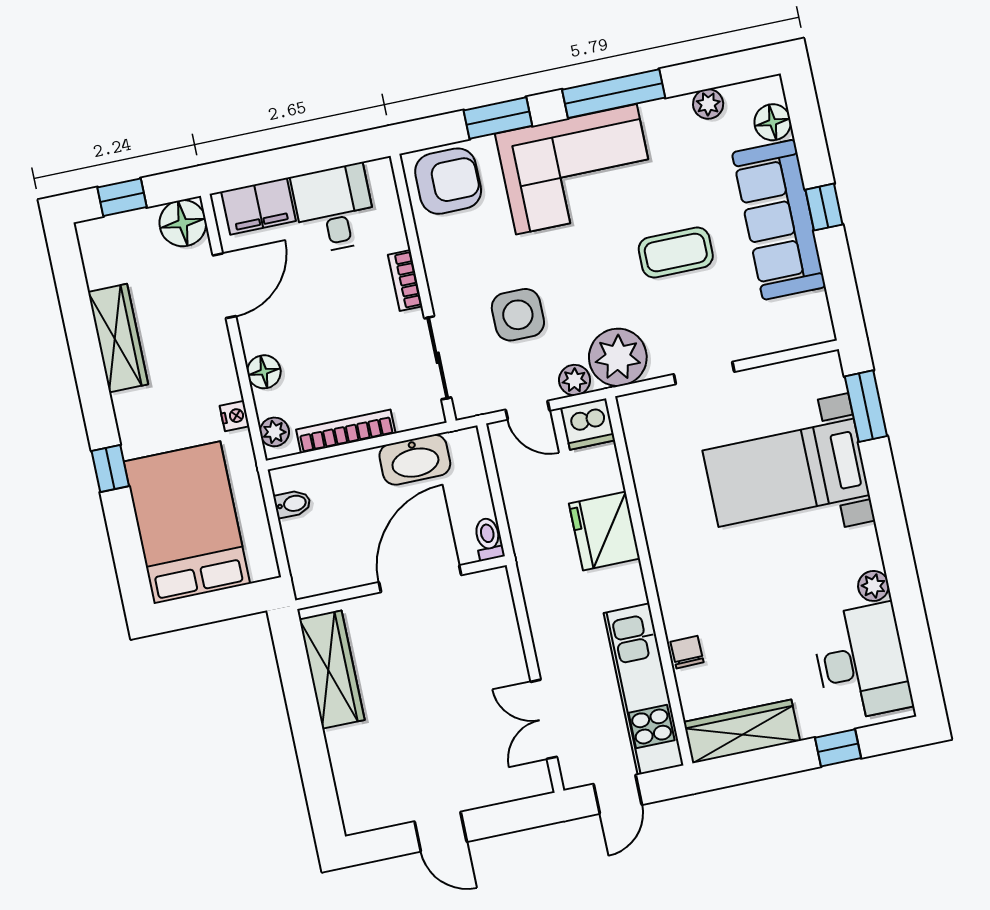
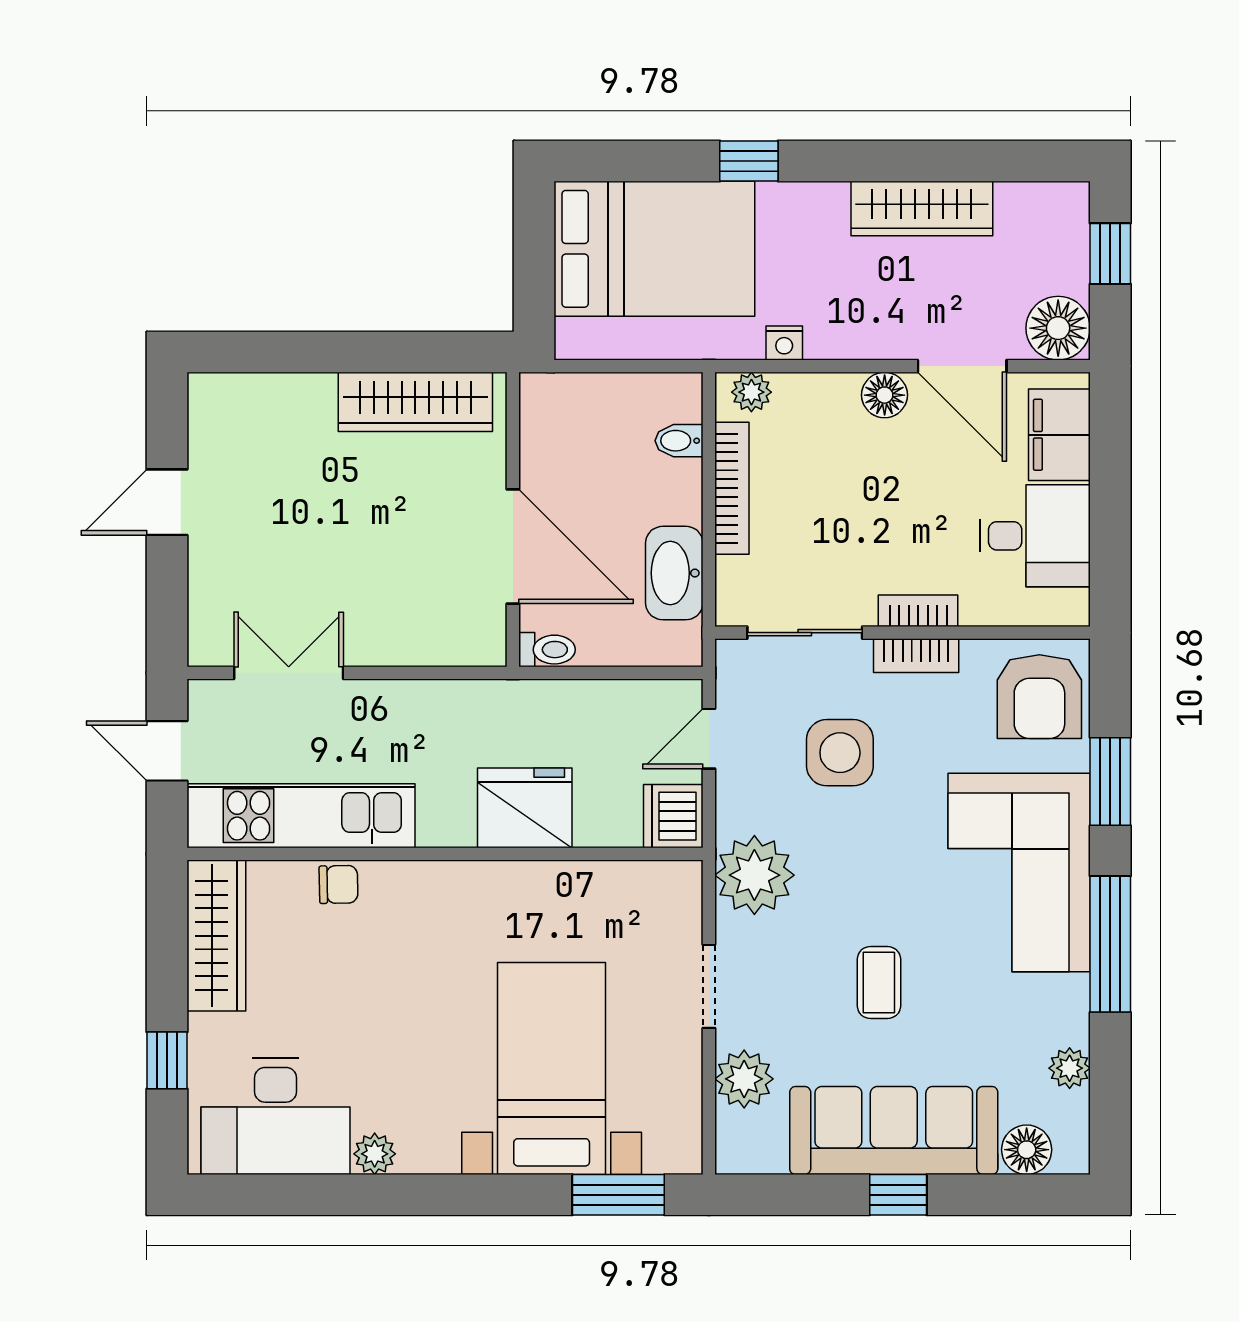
coffee table: (676, 252) -> (879, 983), width x0.73, depth x0.77
bookcase: (437, 275) -> (916, 656), added
floor lamp: (264, 372) -> (885, 395), moved
plant: (575, 380) -> (744, 1079), moved, width x1.38, depth x1.38
bidet: (292, 504) -> (679, 441), moved, turned 90

